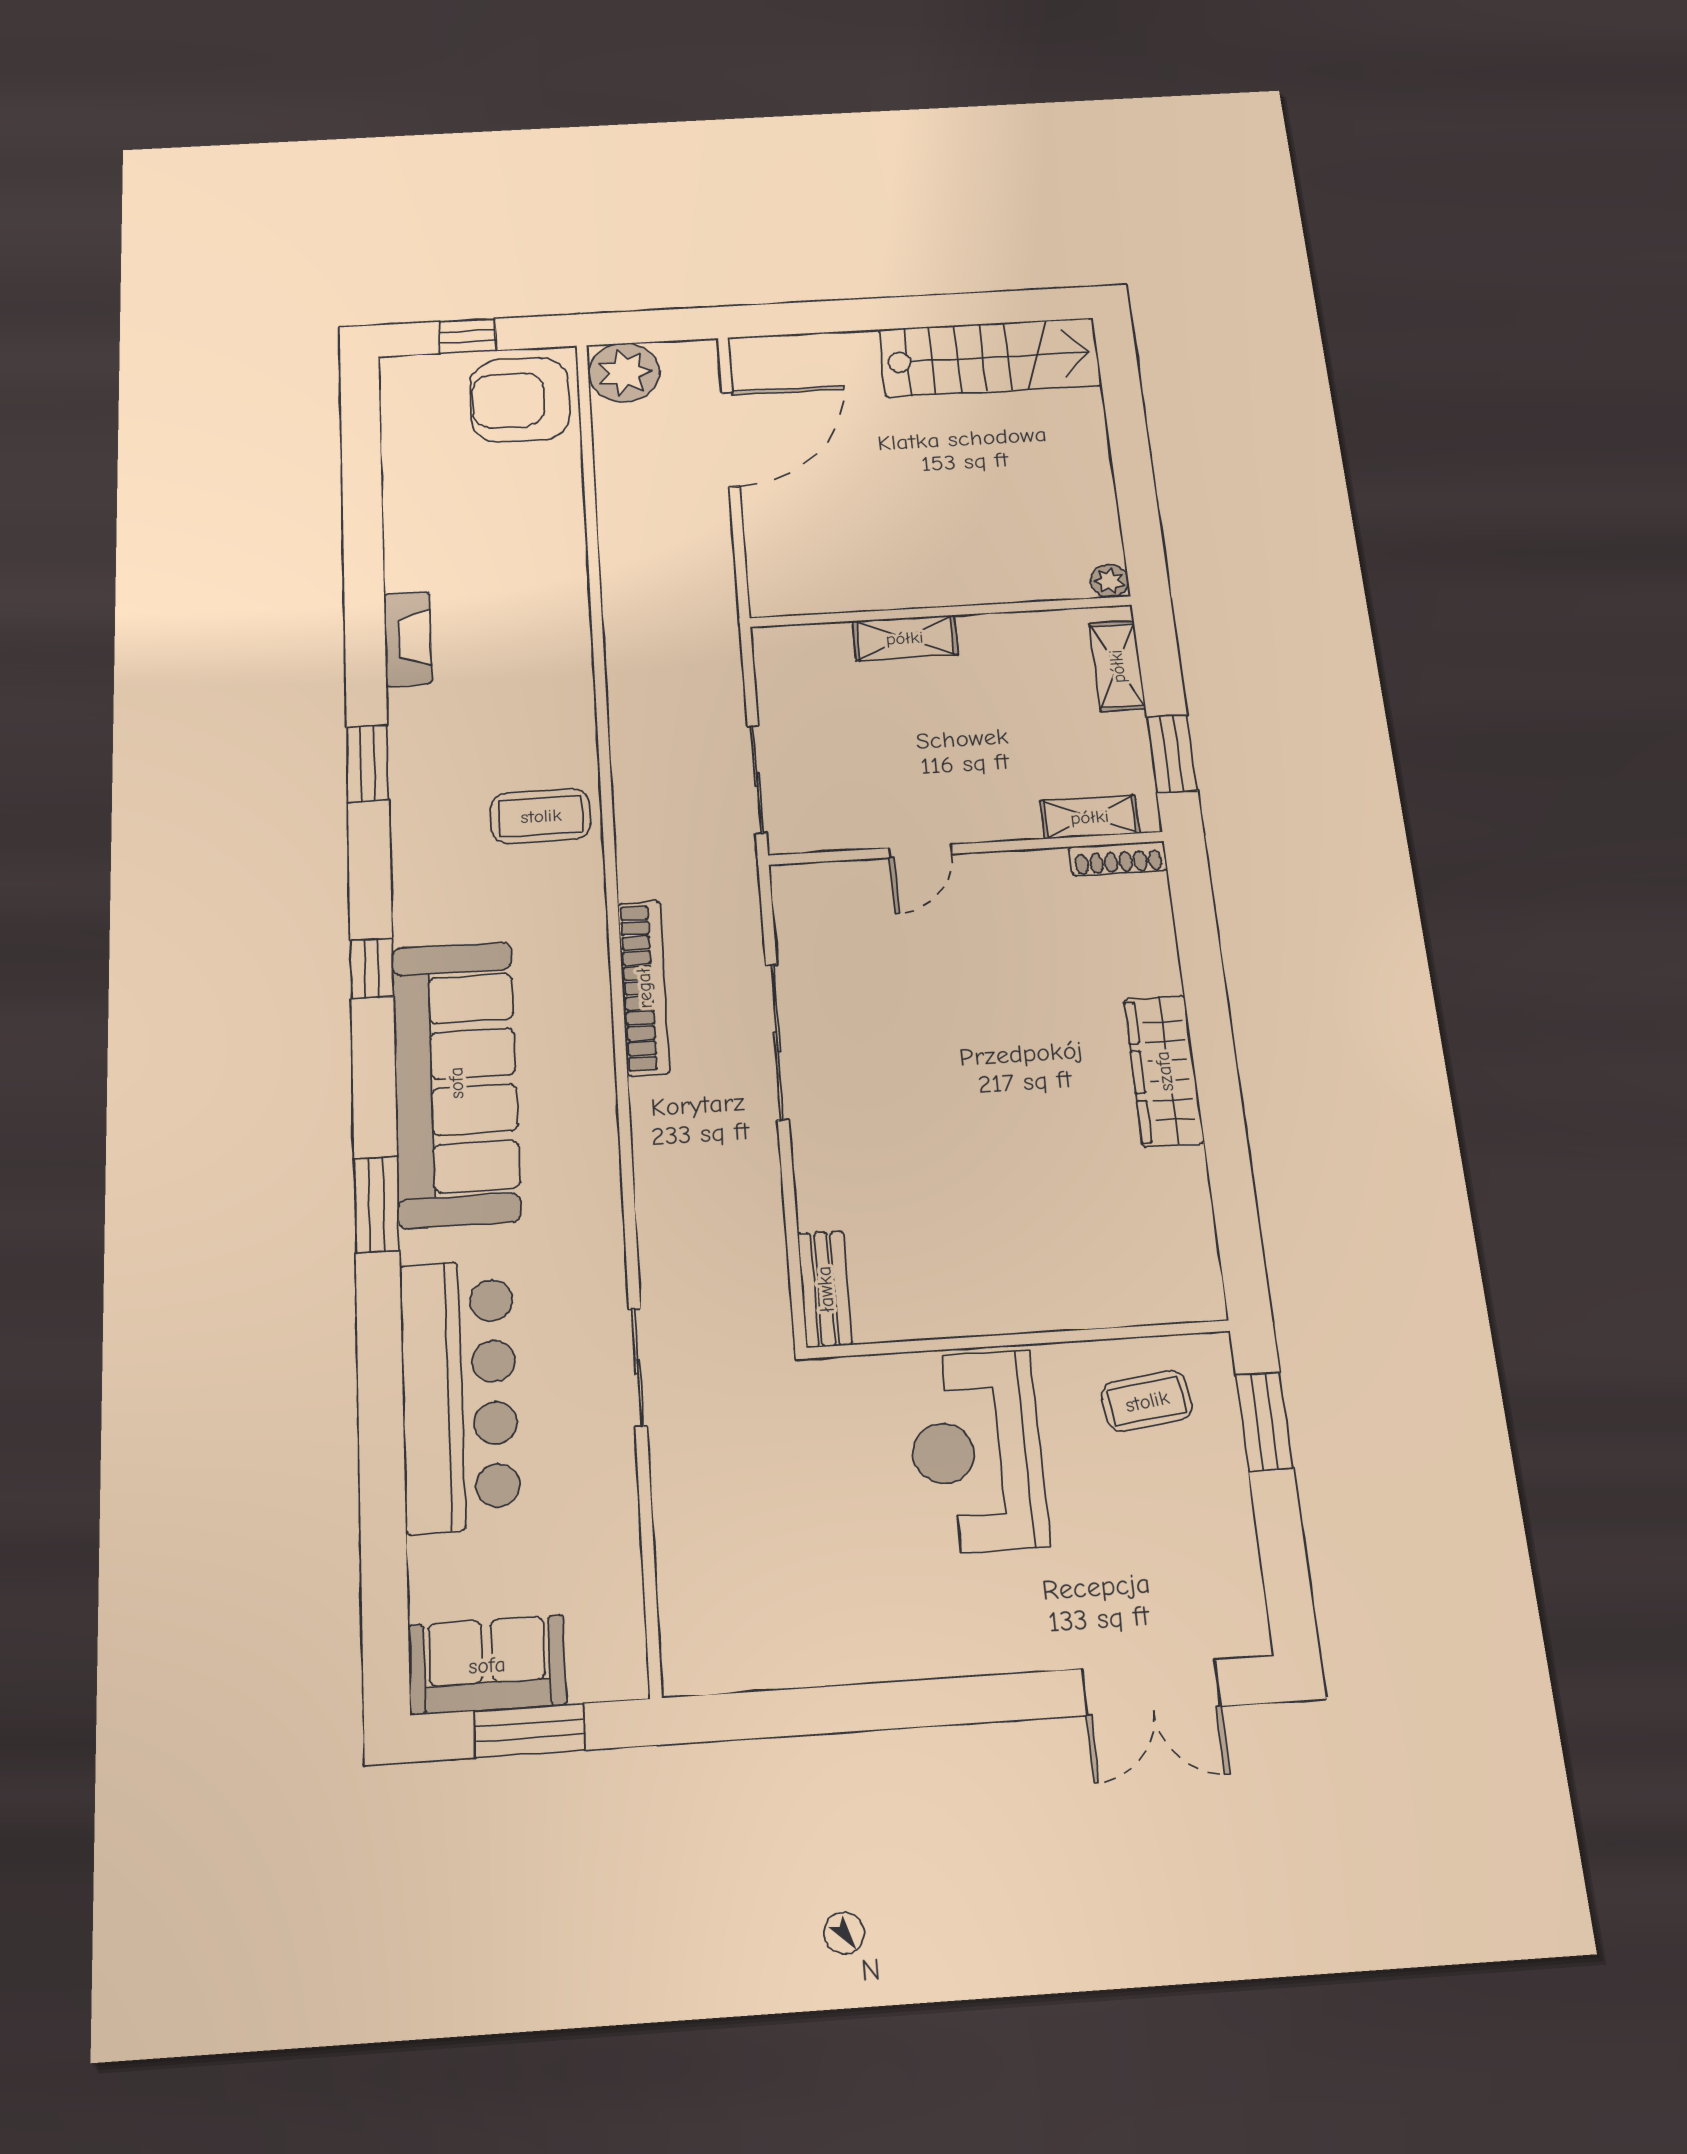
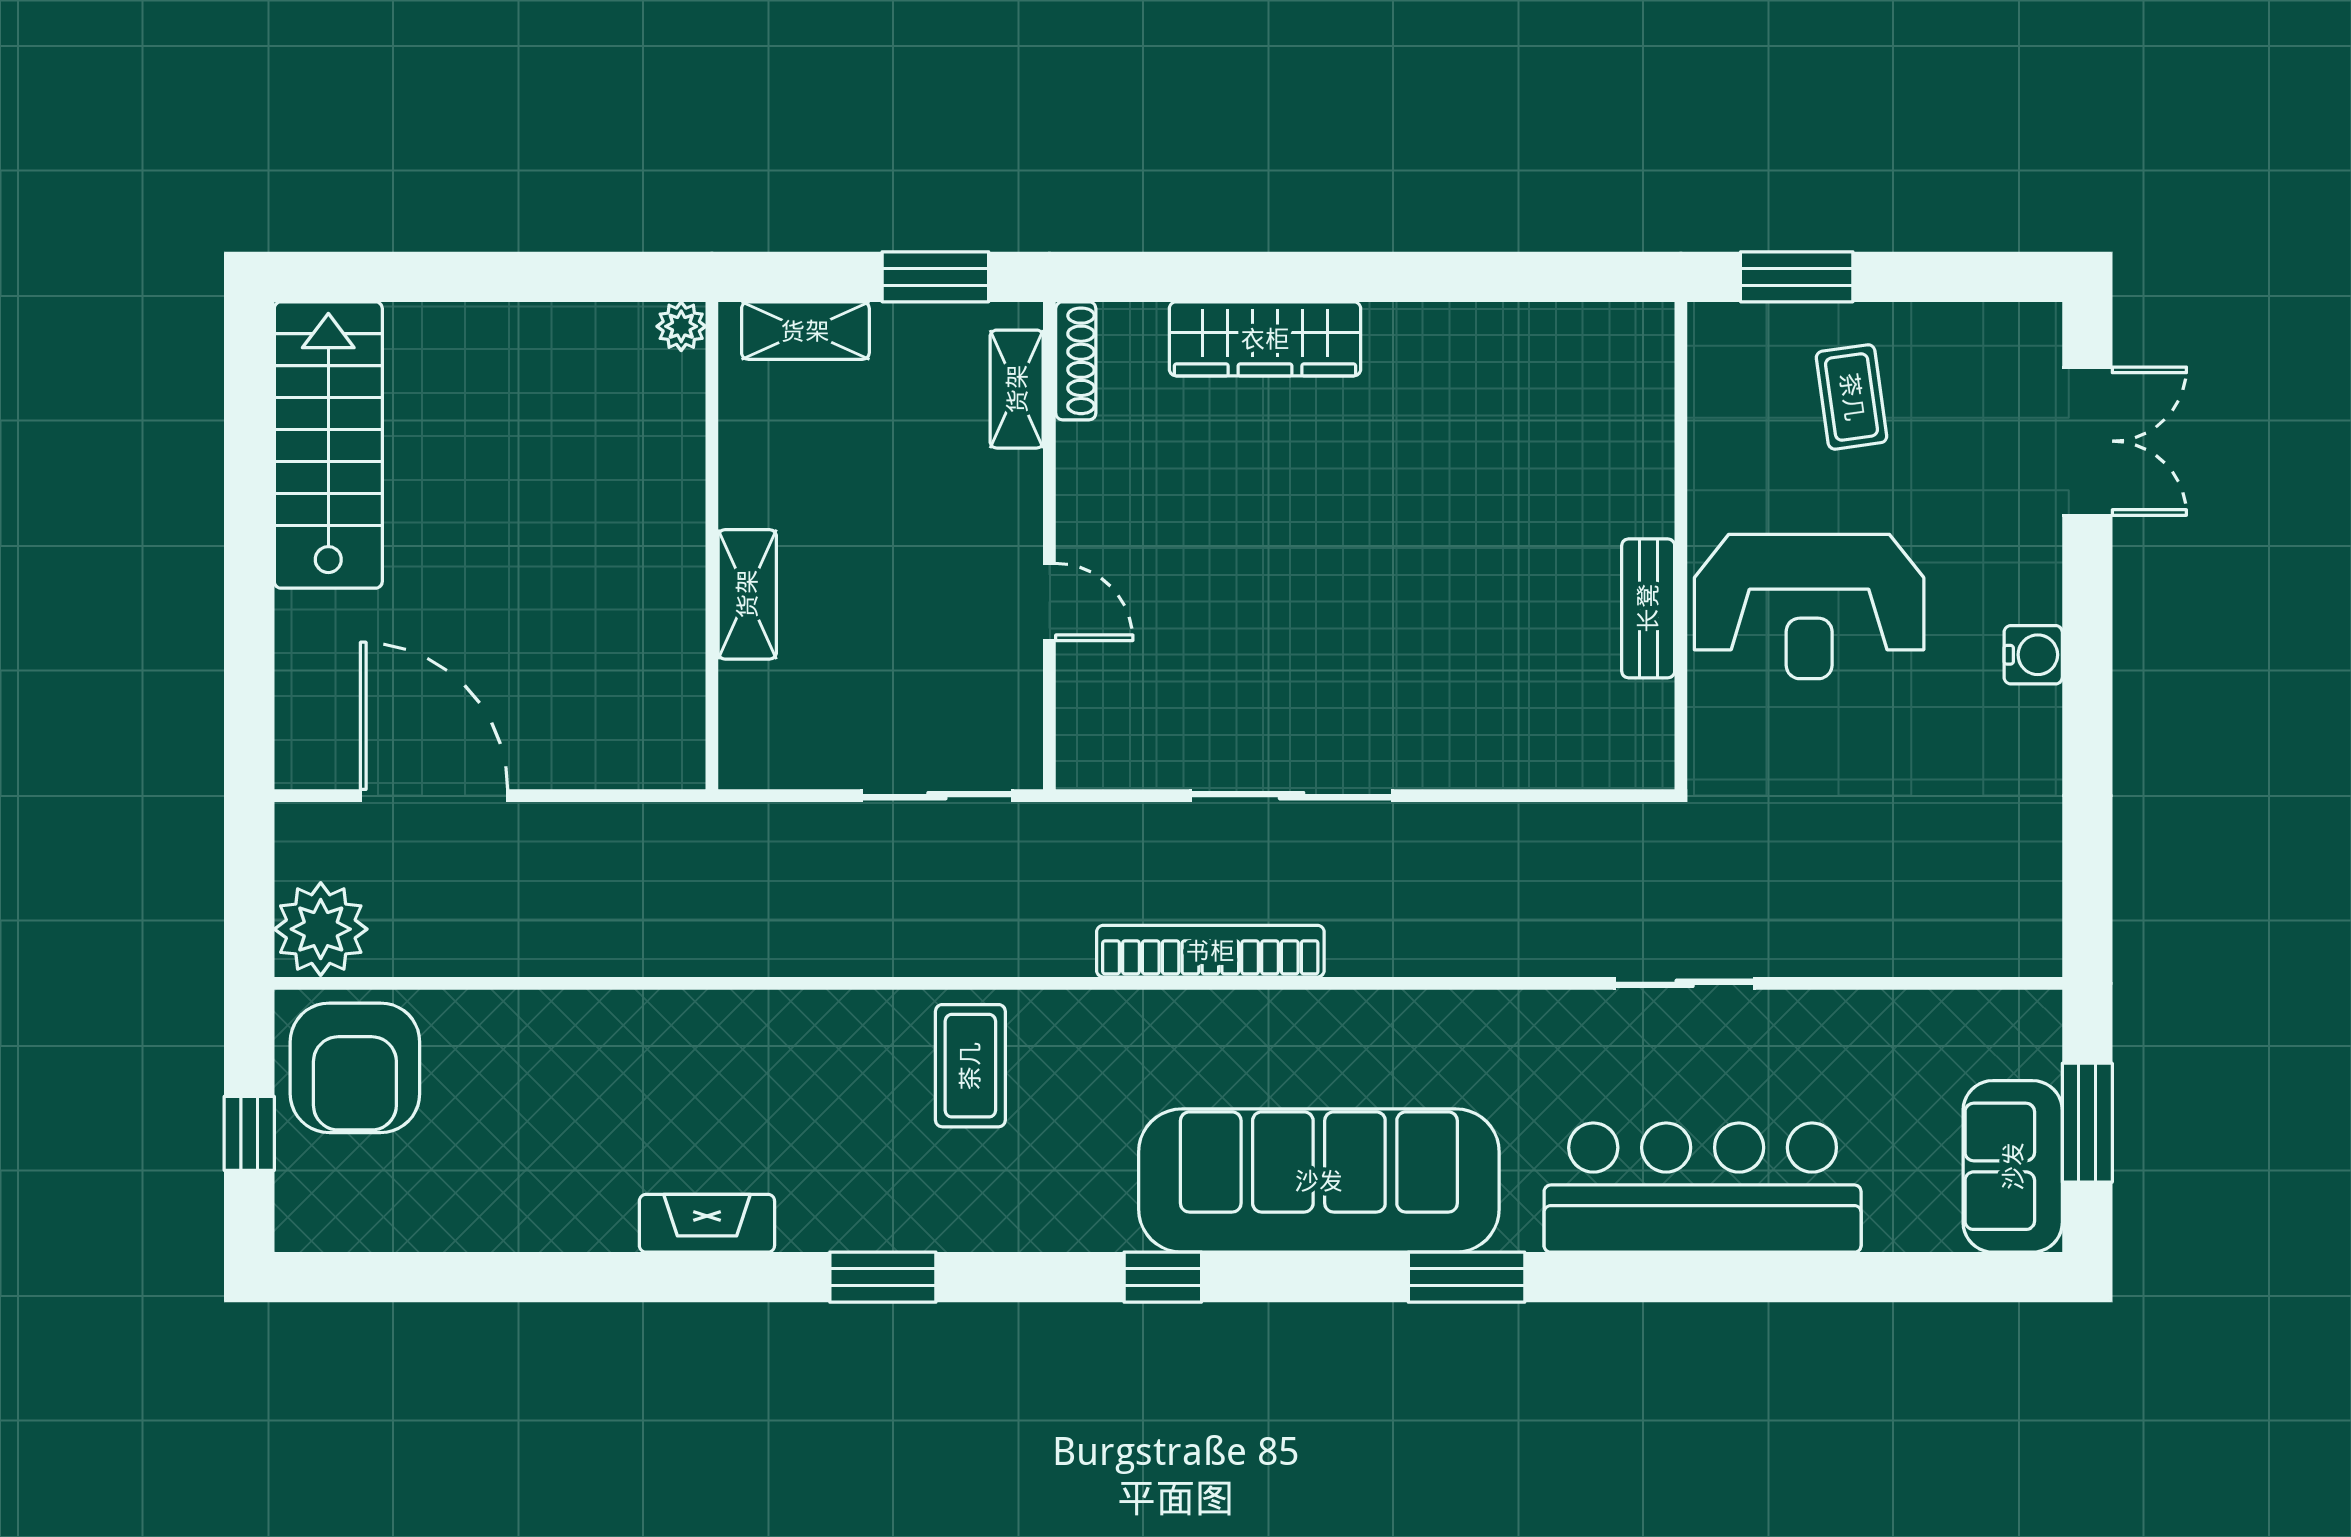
wardrobe: (1164, 1071) -> (1265, 339), moved
bench: (825, 1289) -> (1648, 608), moved, turned 90
coffee table: (1147, 1401) -> (1852, 397), moved
water cooler: (953, 1652) -> (2033, 655), added

